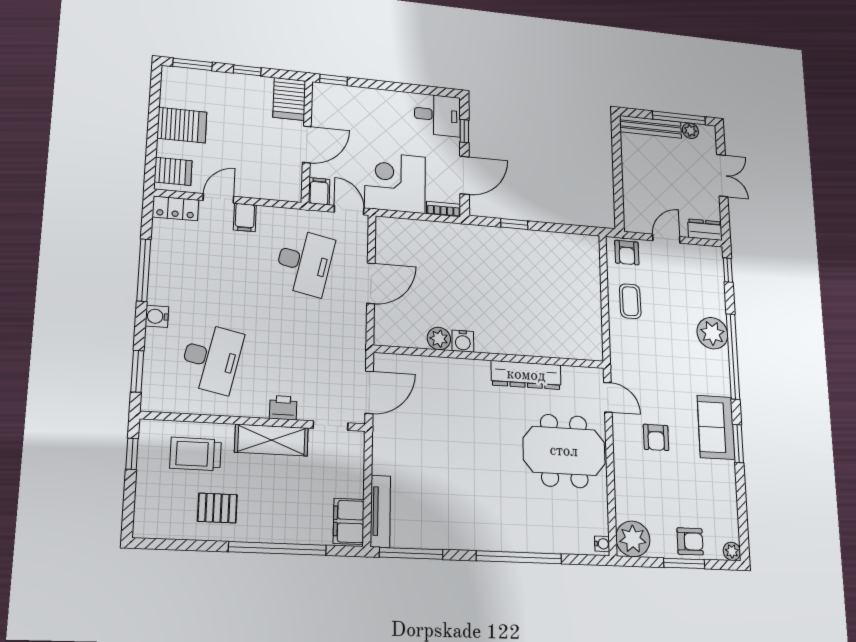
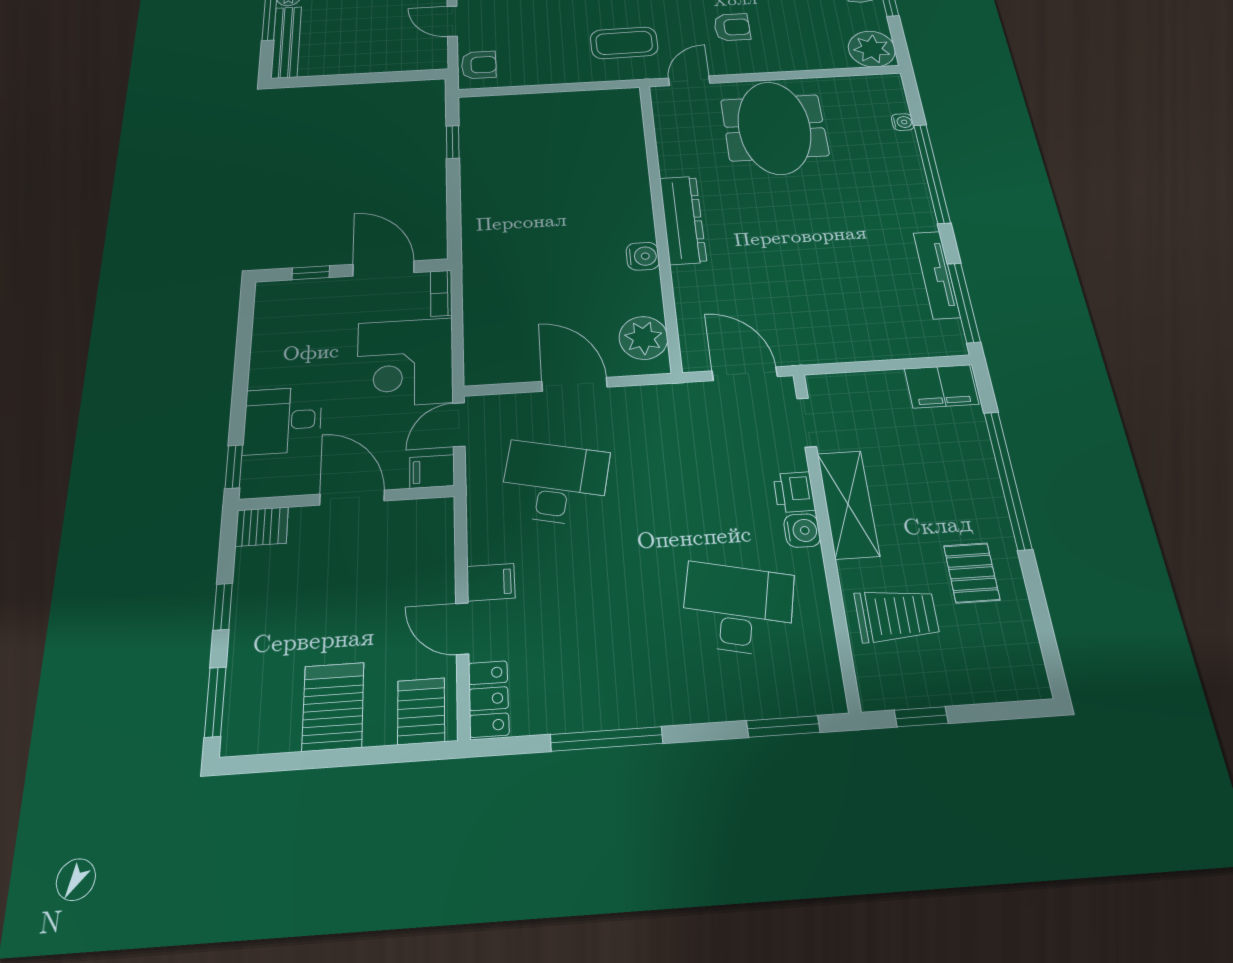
server rack: (289, 99) -> (262, 527), width x0.73, depth x0.70
desk: (437, 115) -> (283, 420), moved, turned -90
window: (514, 224) -> (453, 142), moved
coffee table: (630, 301) -> (624, 43), moved, width x1.36, depth x1.30
water cooler: (157, 316) -> (802, 531), moved, turned -90
plant: (439, 339) -> (643, 338), moved, width x1.36, depth x1.36
dresser: (526, 375) -> (683, 220), moved
trolley: (196, 454) -> (897, 615), turned -90
tv unit: (380, 511) -> (937, 275), moved, turned -90
water cooler: (602, 544) -> (903, 122), moved, turned 90

